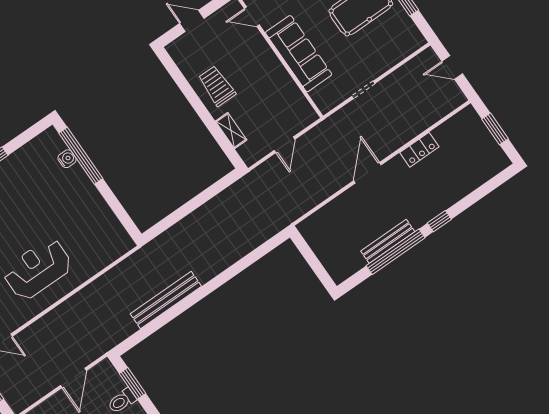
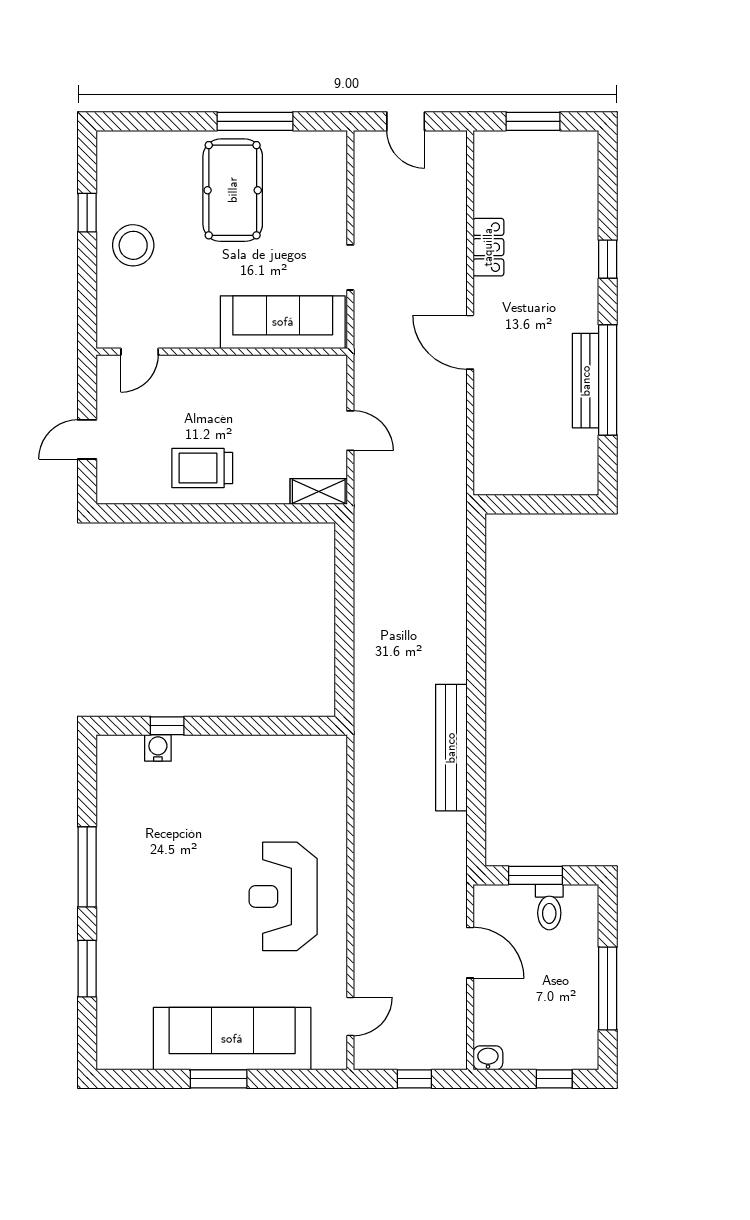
sofa: (299, 54) -> (283, 322), moved
door: (452, 68) -> (406, 121), hinge flipped
shelving: (231, 131) -> (319, 491), moved
window: (81, 156) -> (167, 726), width x0.32
window: (439, 221) -> (608, 259), moved

